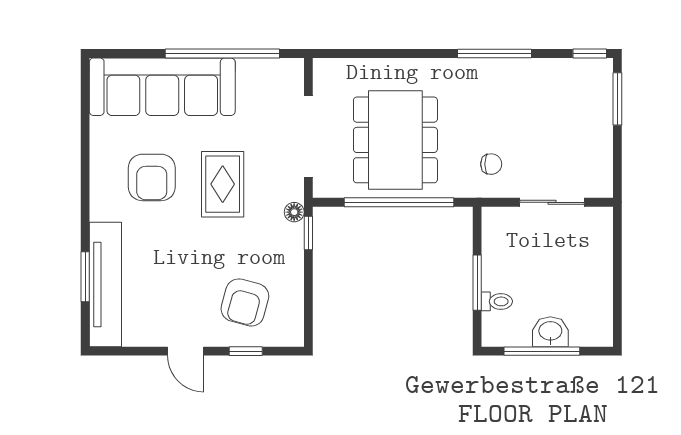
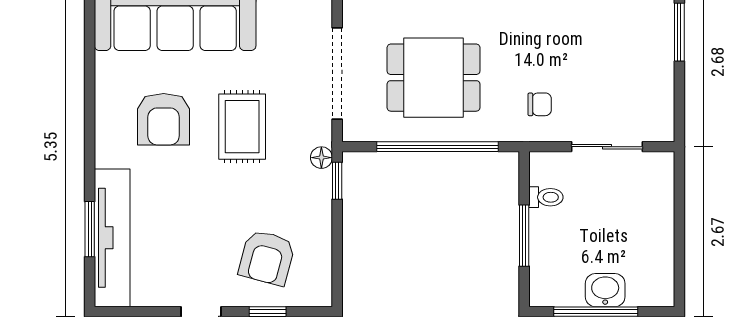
dining table: (395, 140) -> (434, 78), width x0.73
toilet: (497, 301) -> (546, 197), moved

